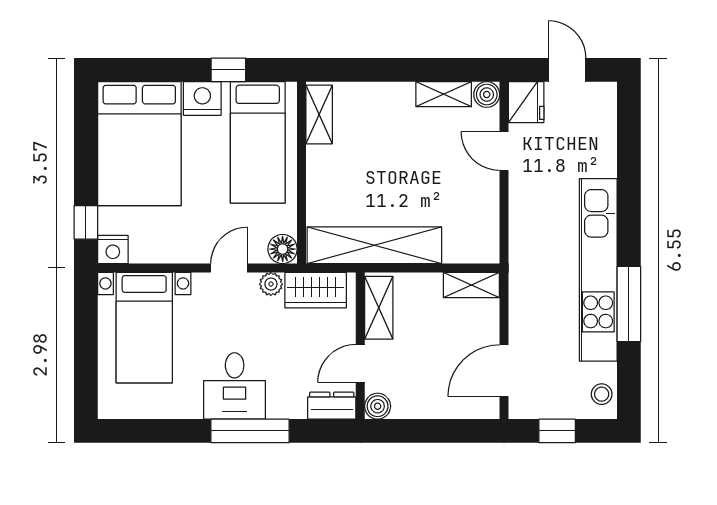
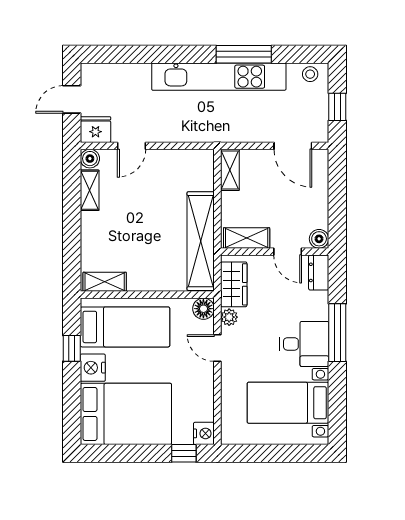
bed with nightstands: (144, 328) -> (288, 403), moved, turned 180

